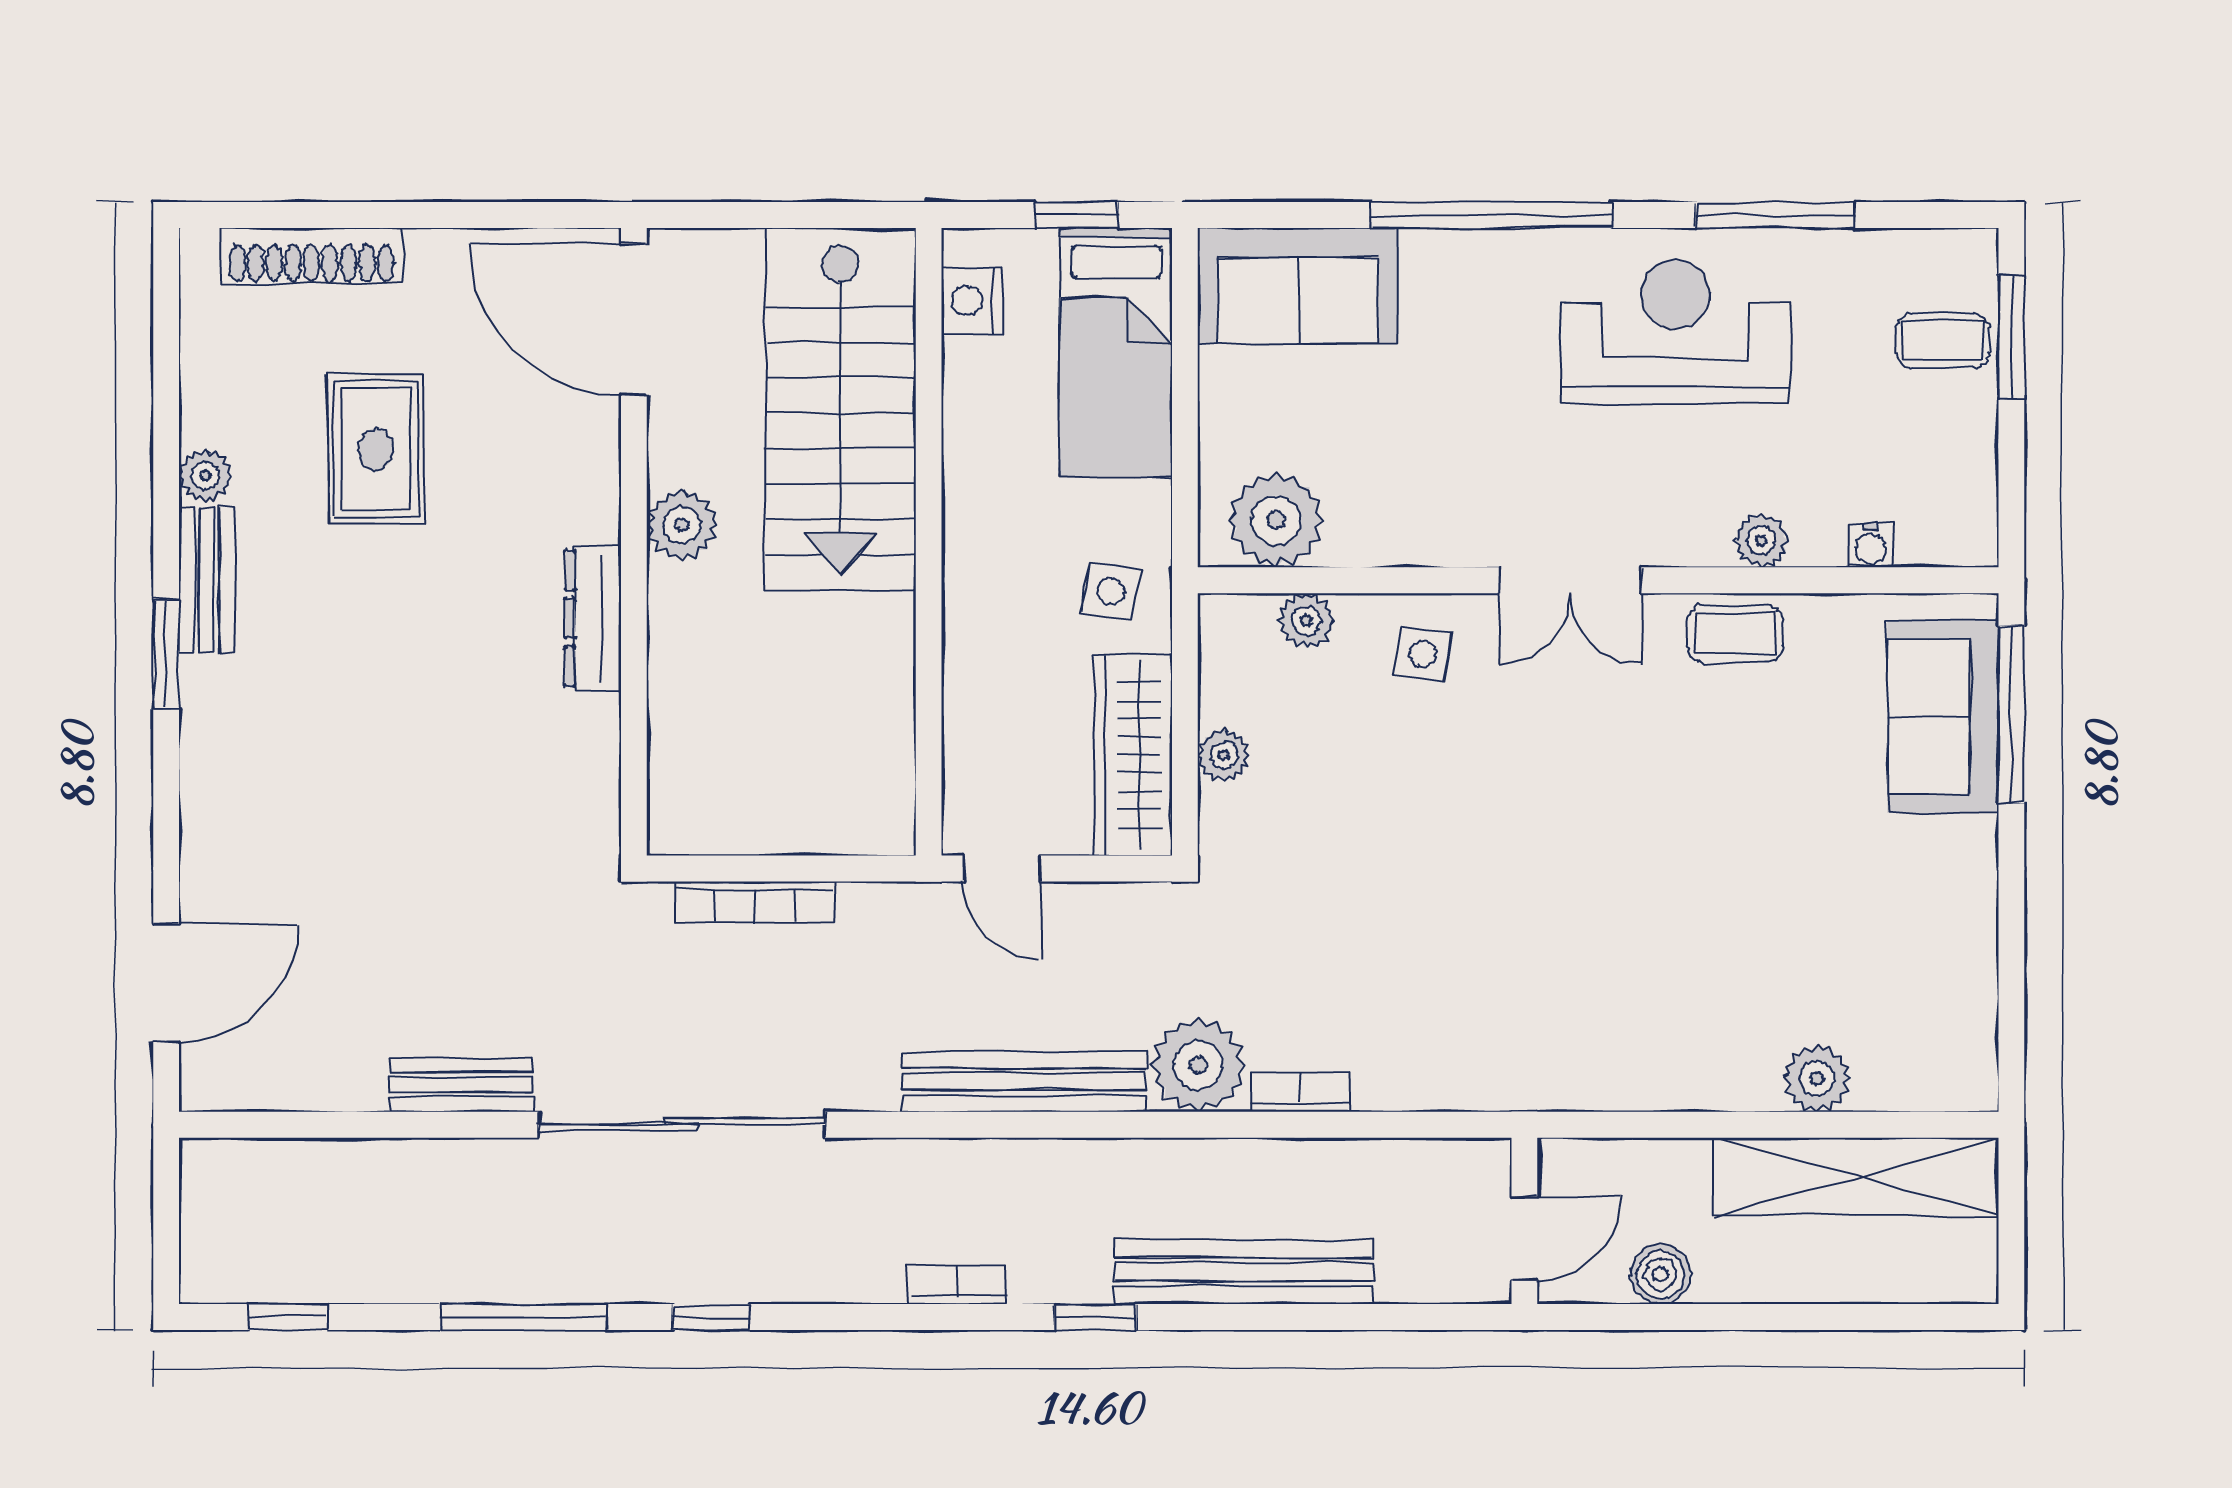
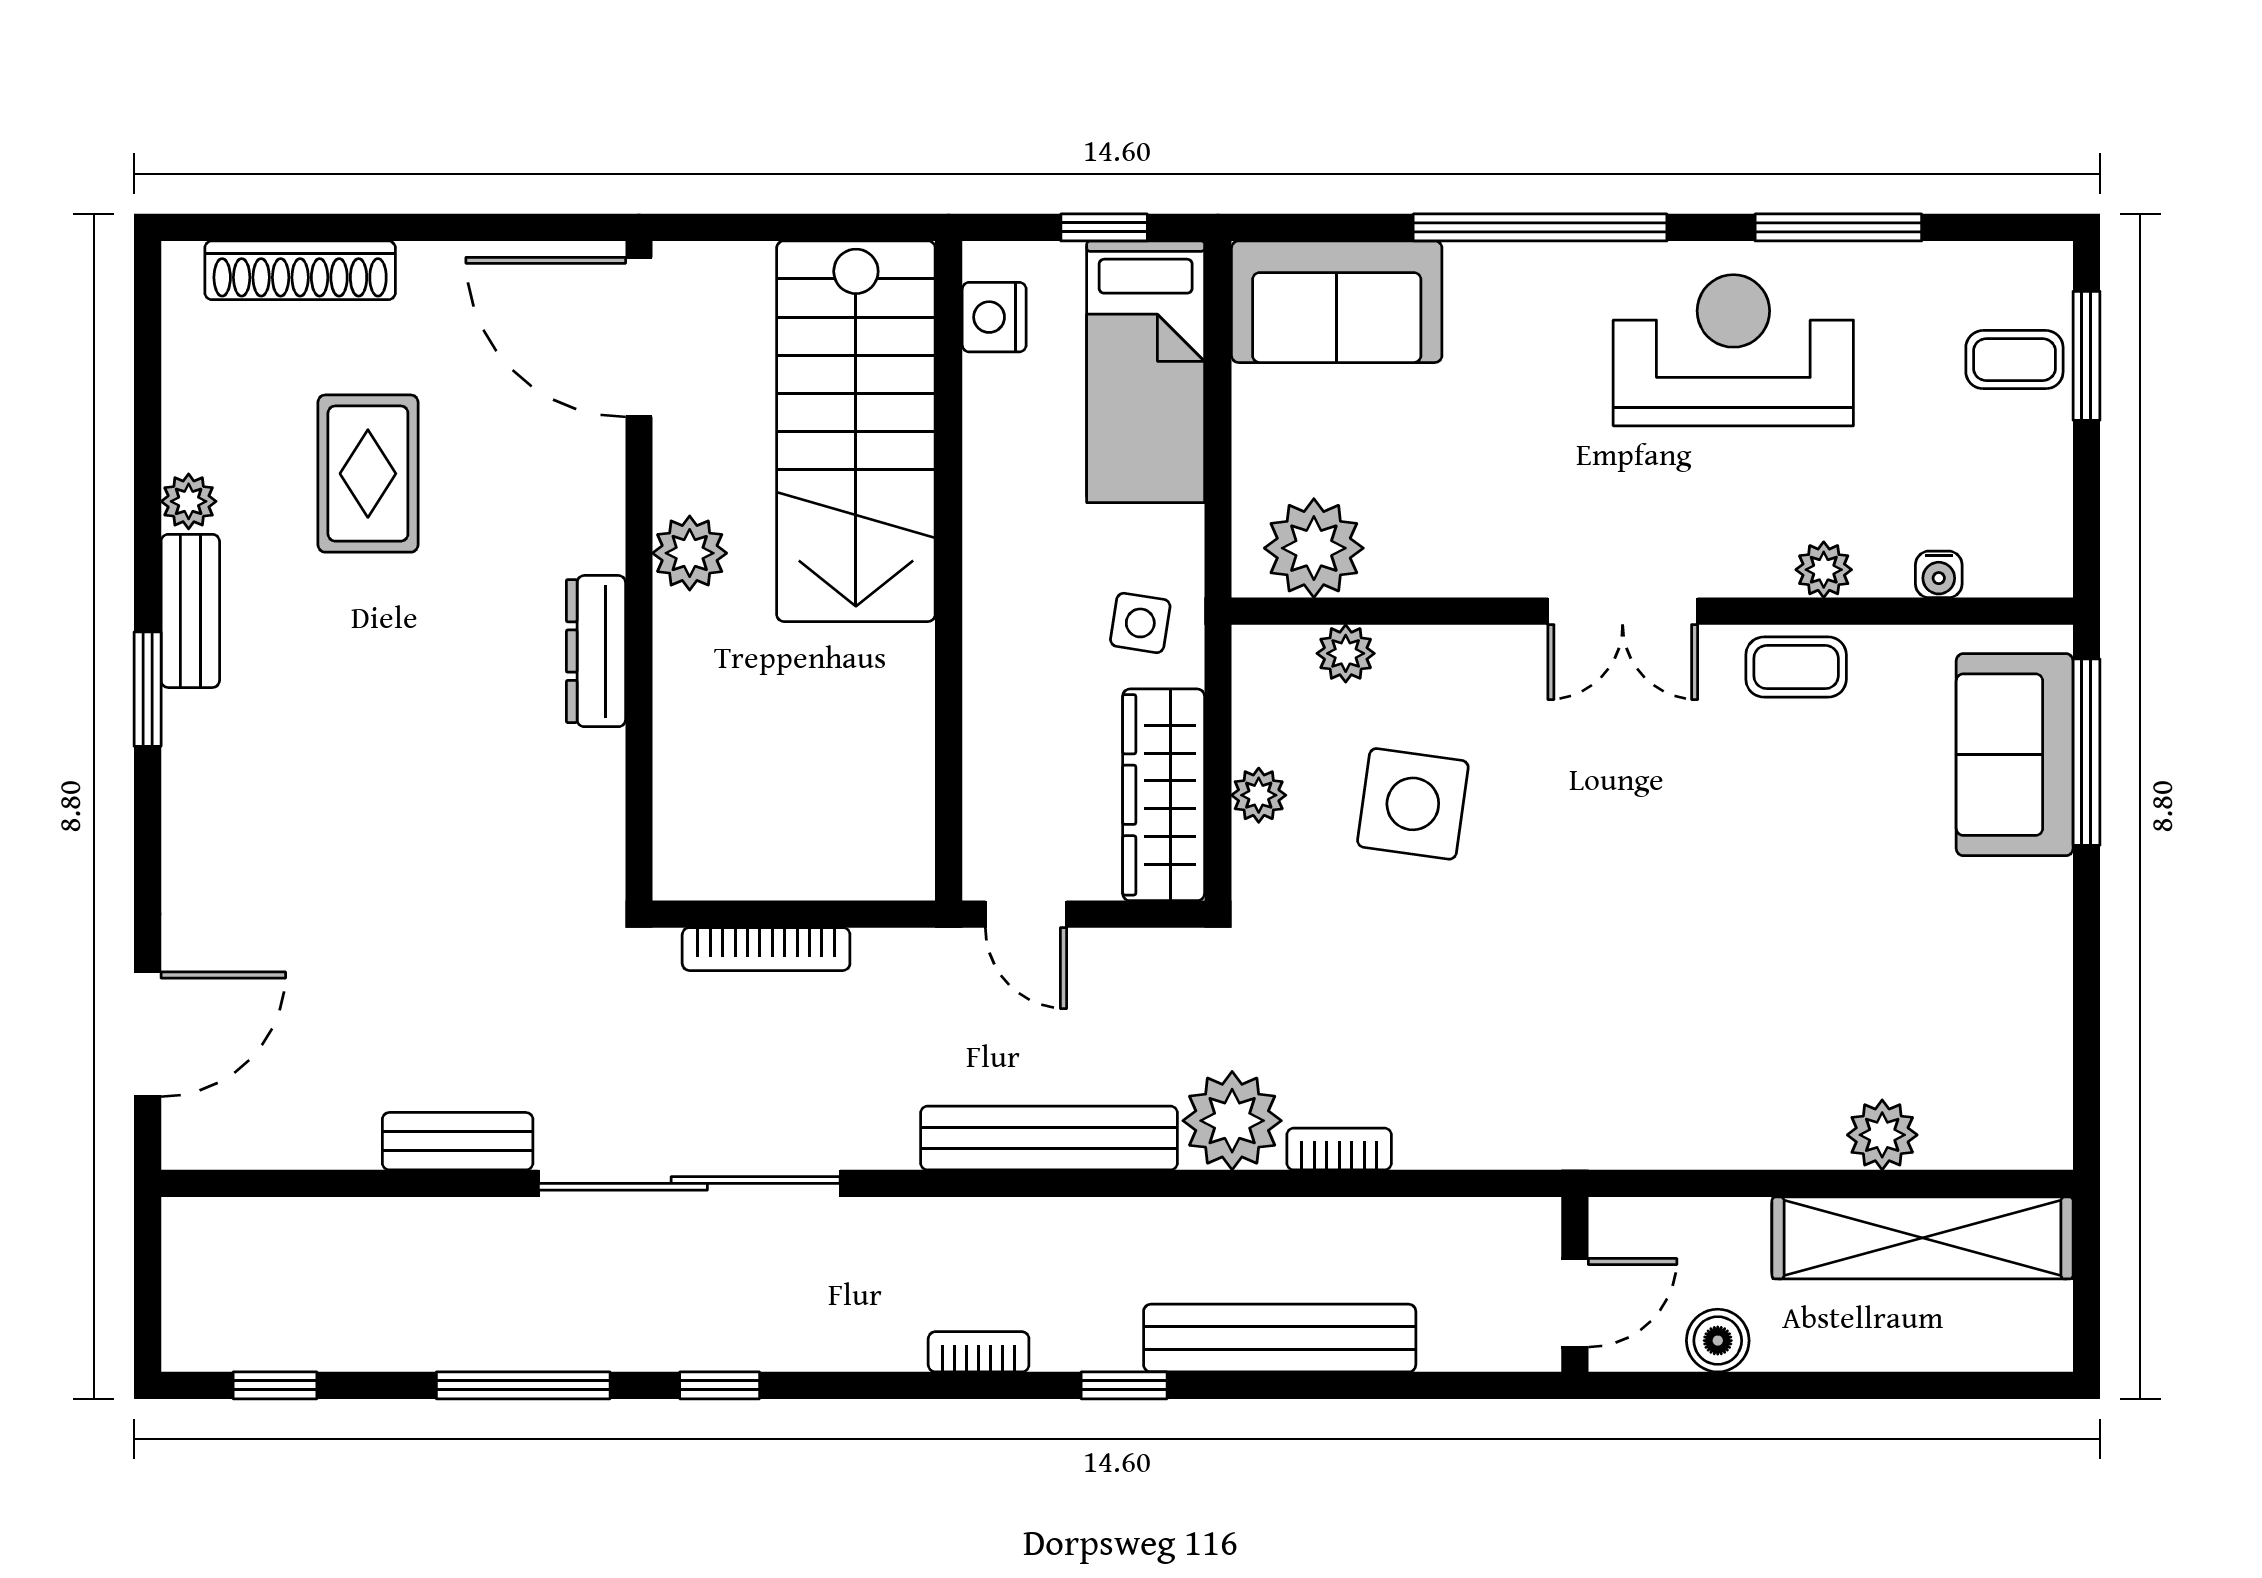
side table: (1423, 654) -> (1413, 804), moved, width x1.87, depth x1.87

